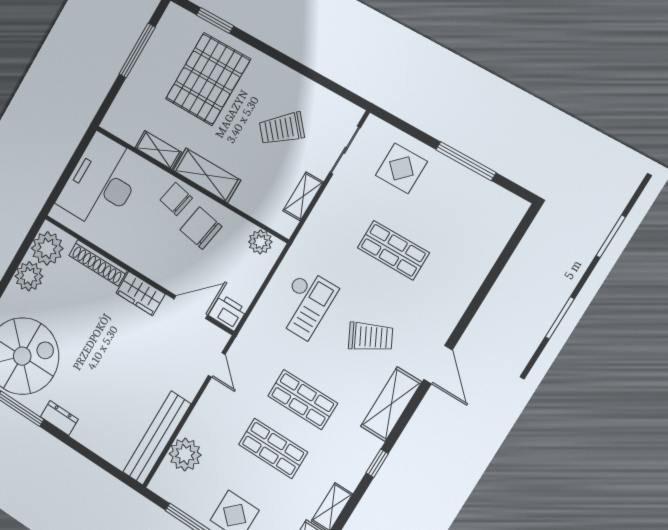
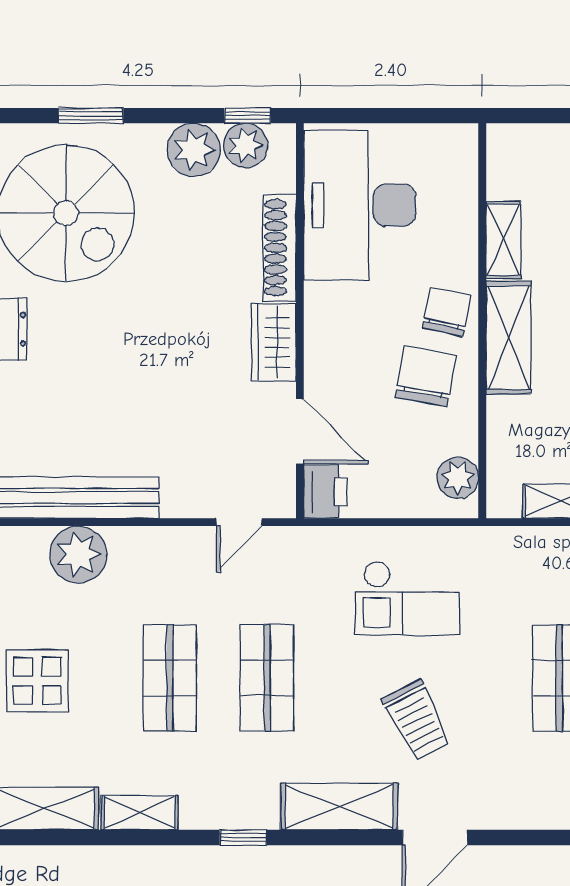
desk: (101, 182) -> (360, 205), moved, turned -90
window: (28, 241) -> (247, 116), added
plant: (47, 248) -> (245, 145), width x0.73, depth x0.73

